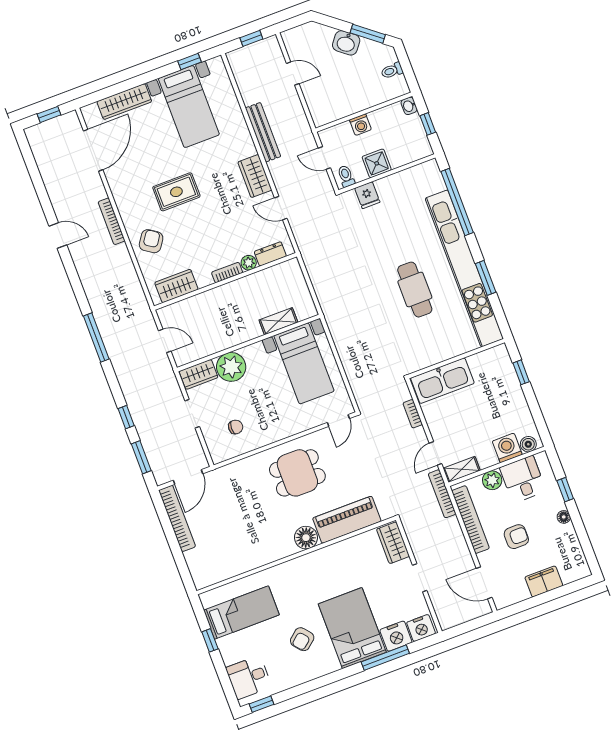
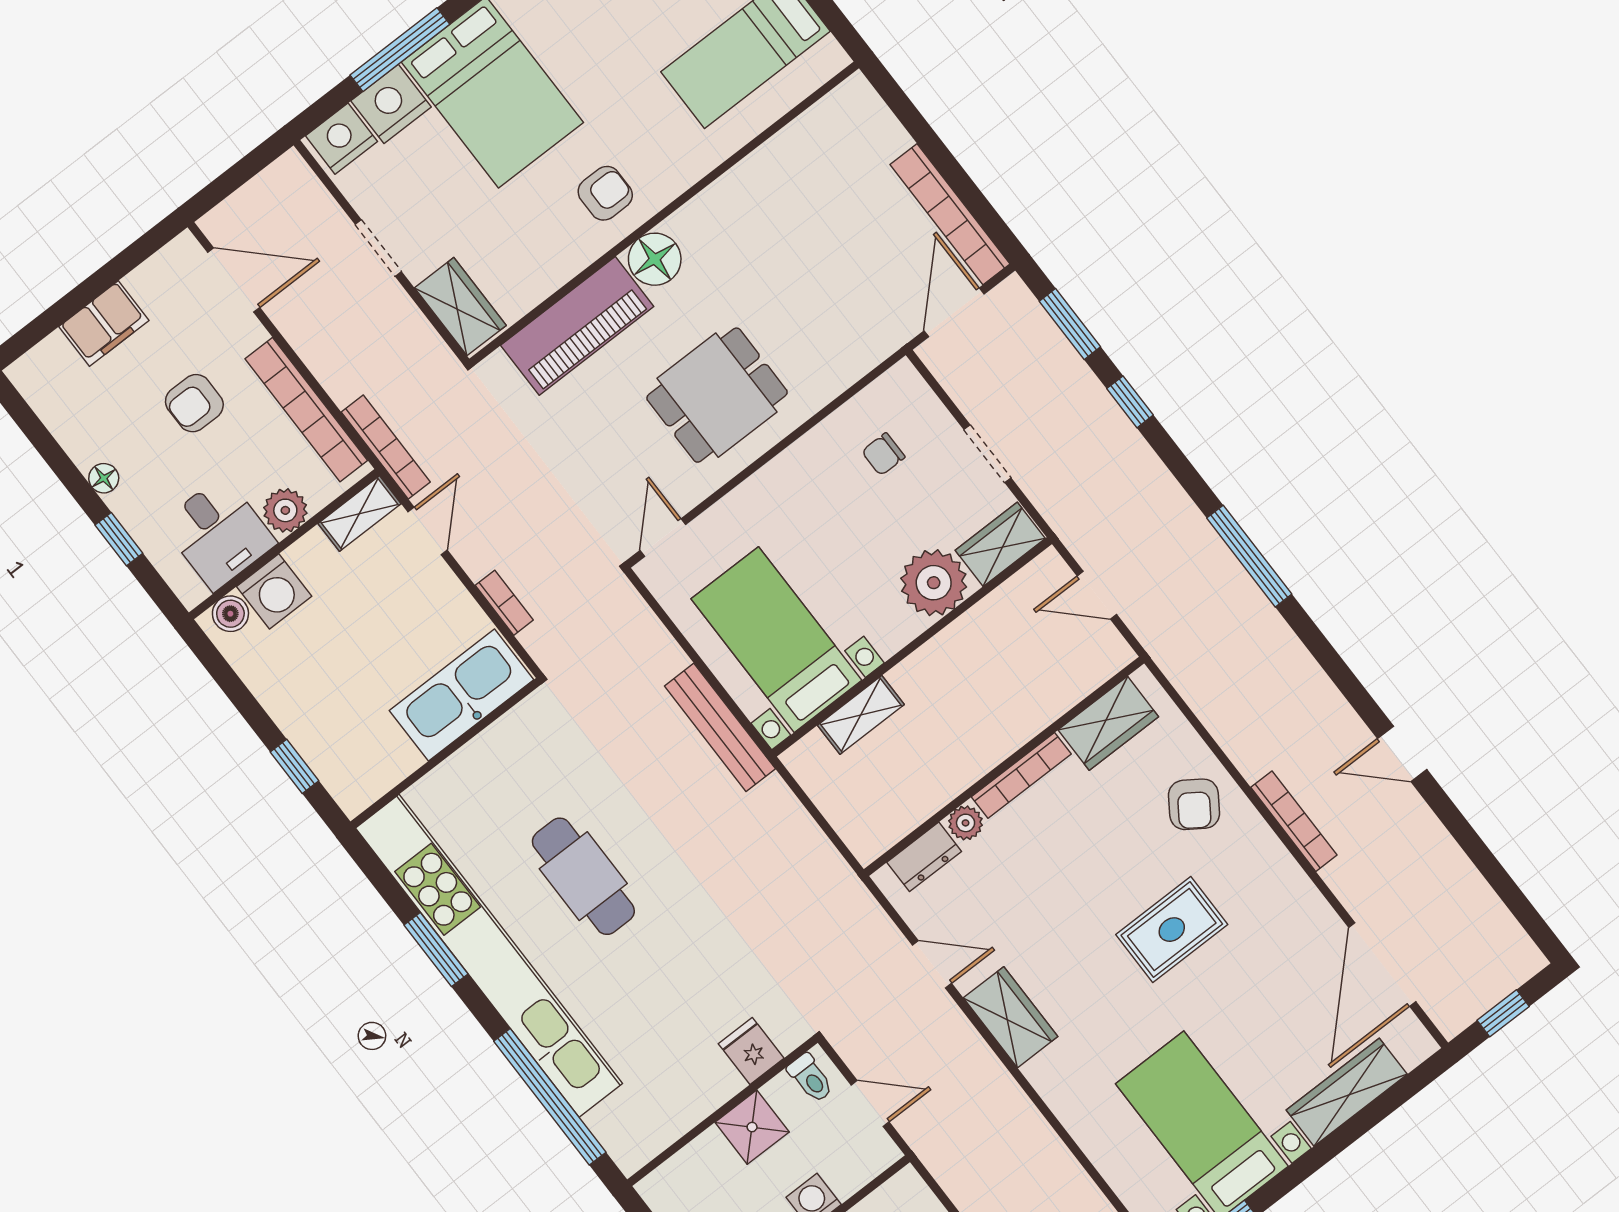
bench: (263, 132) -> (720, 727), moved
bookcase: (227, 272) -> (1021, 775), width x1.56
armchair: (302, 639) -> (605, 193), moved, turned 40

